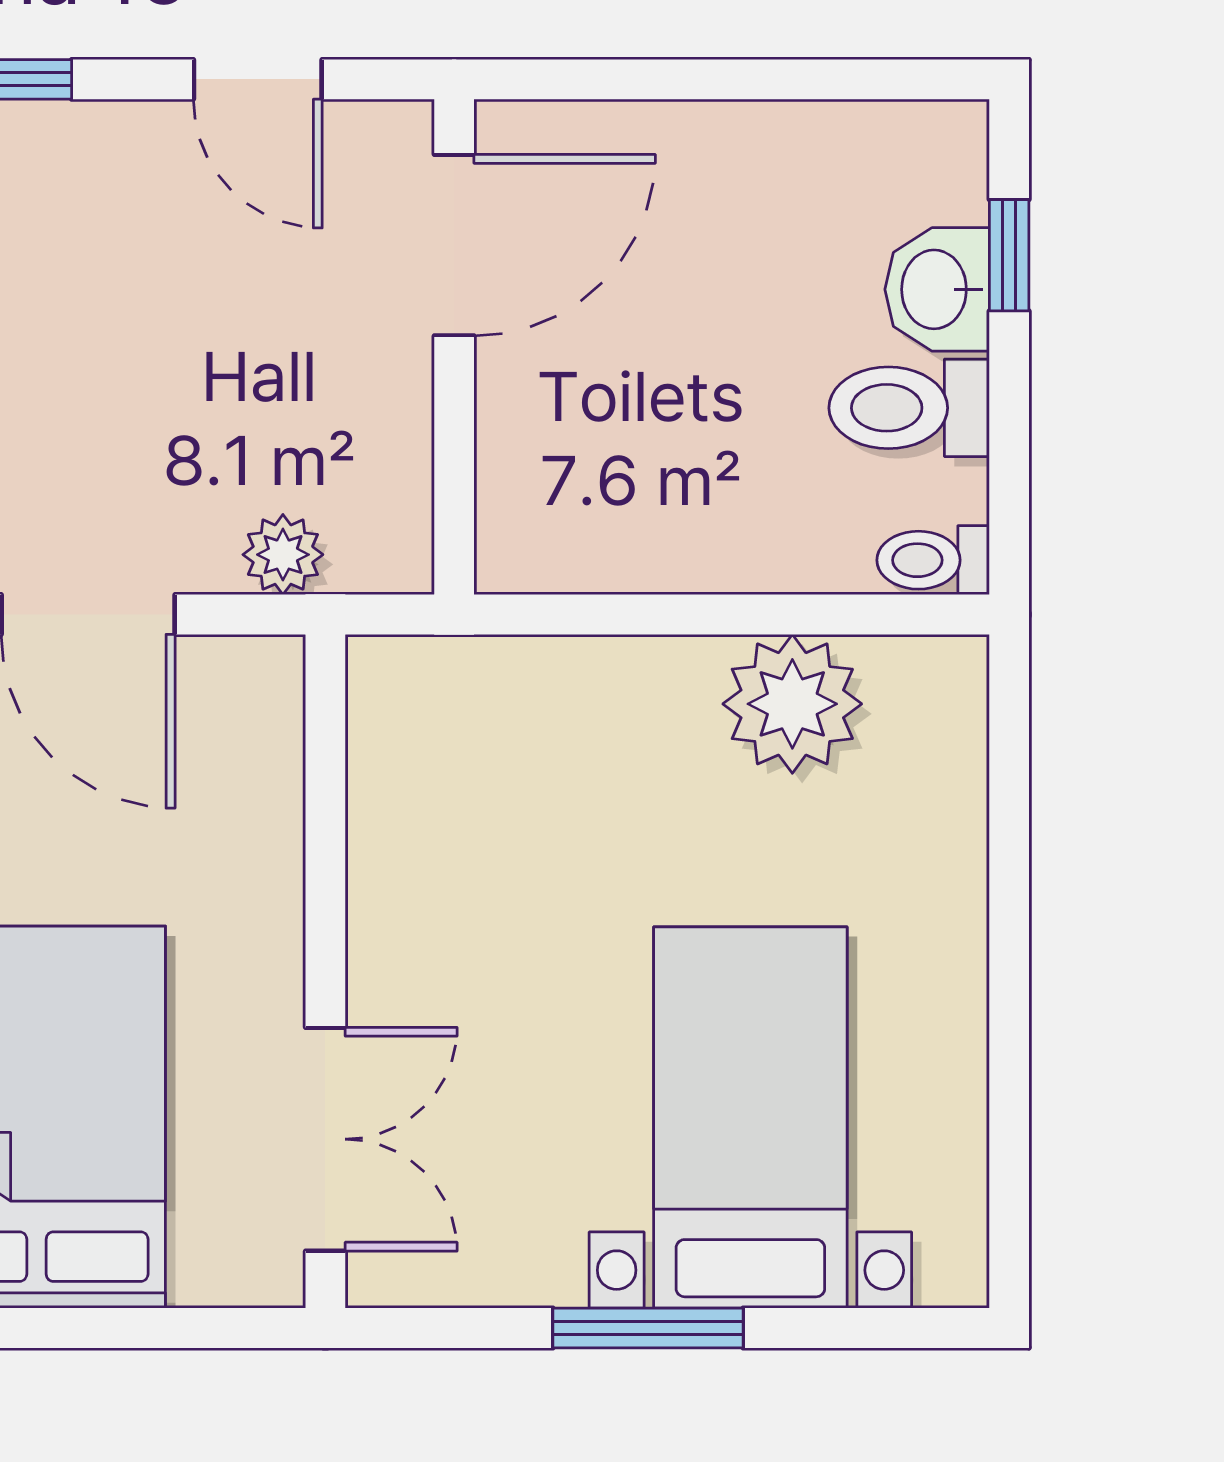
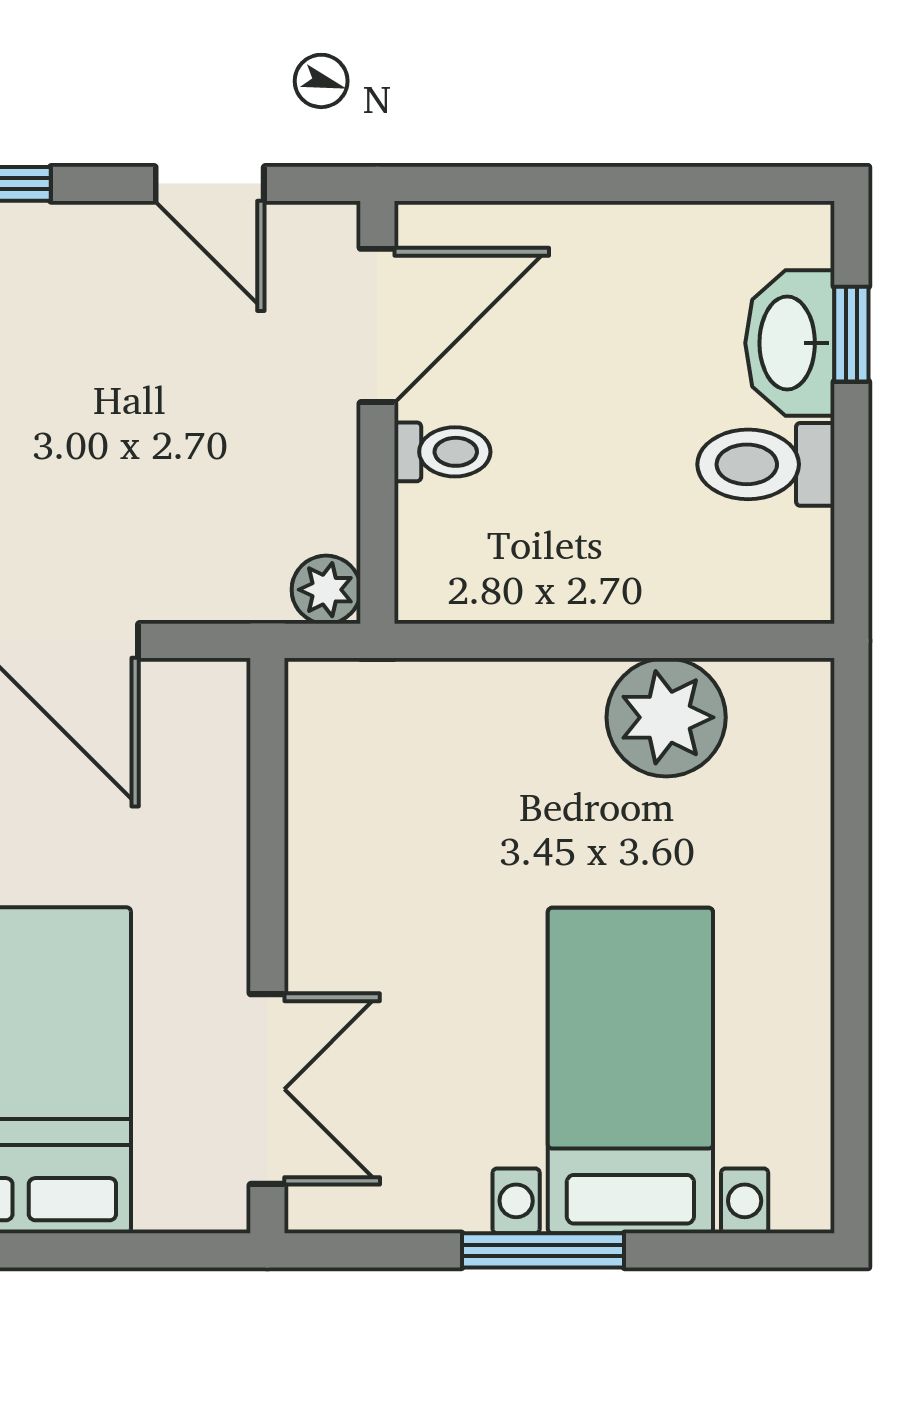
washbasin: (937, 289) -> (790, 343), width x1.38
plant: (283, 555) -> (326, 590), moved
toilet: (933, 560) -> (442, 452), moved, turned 180

